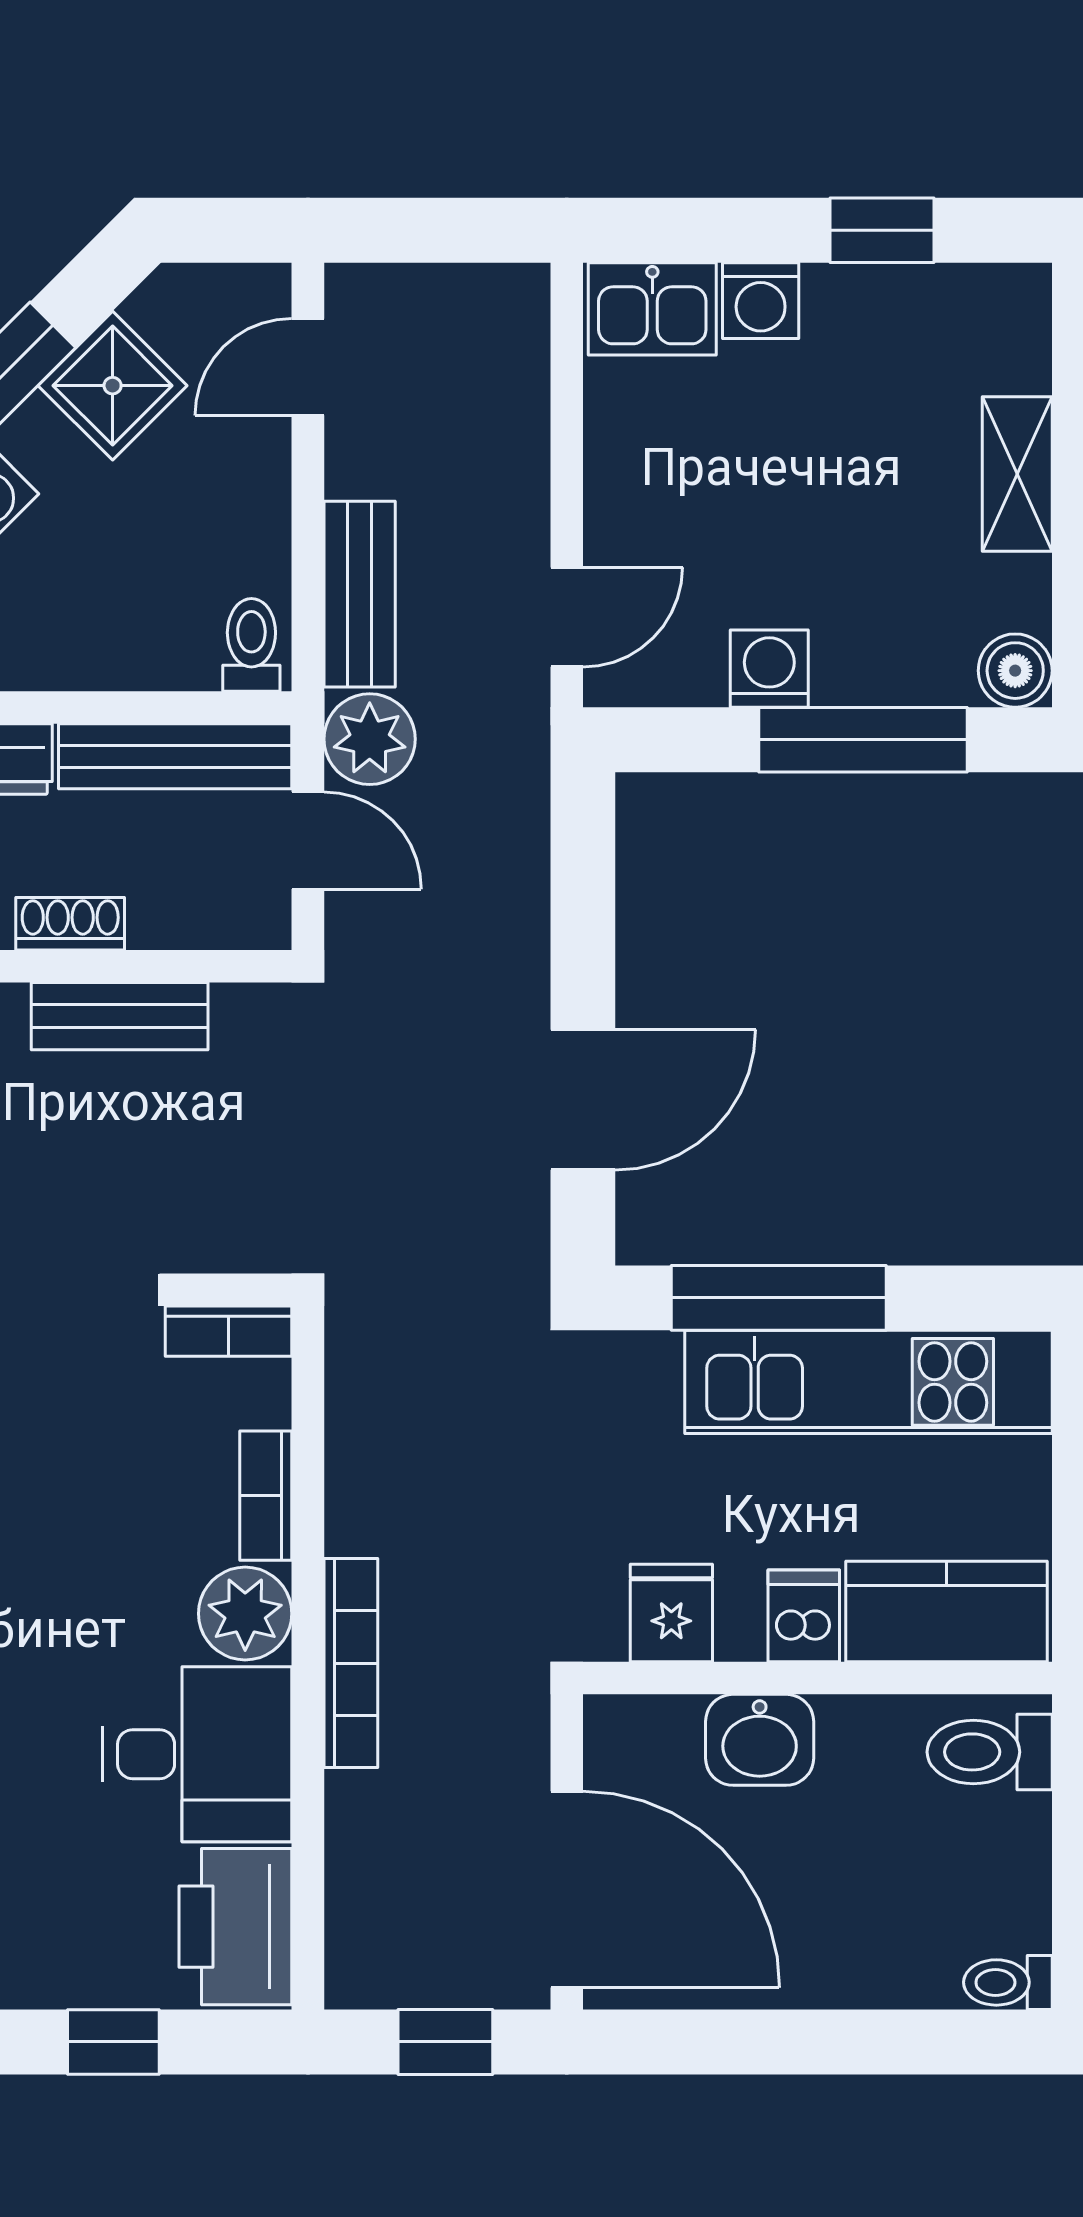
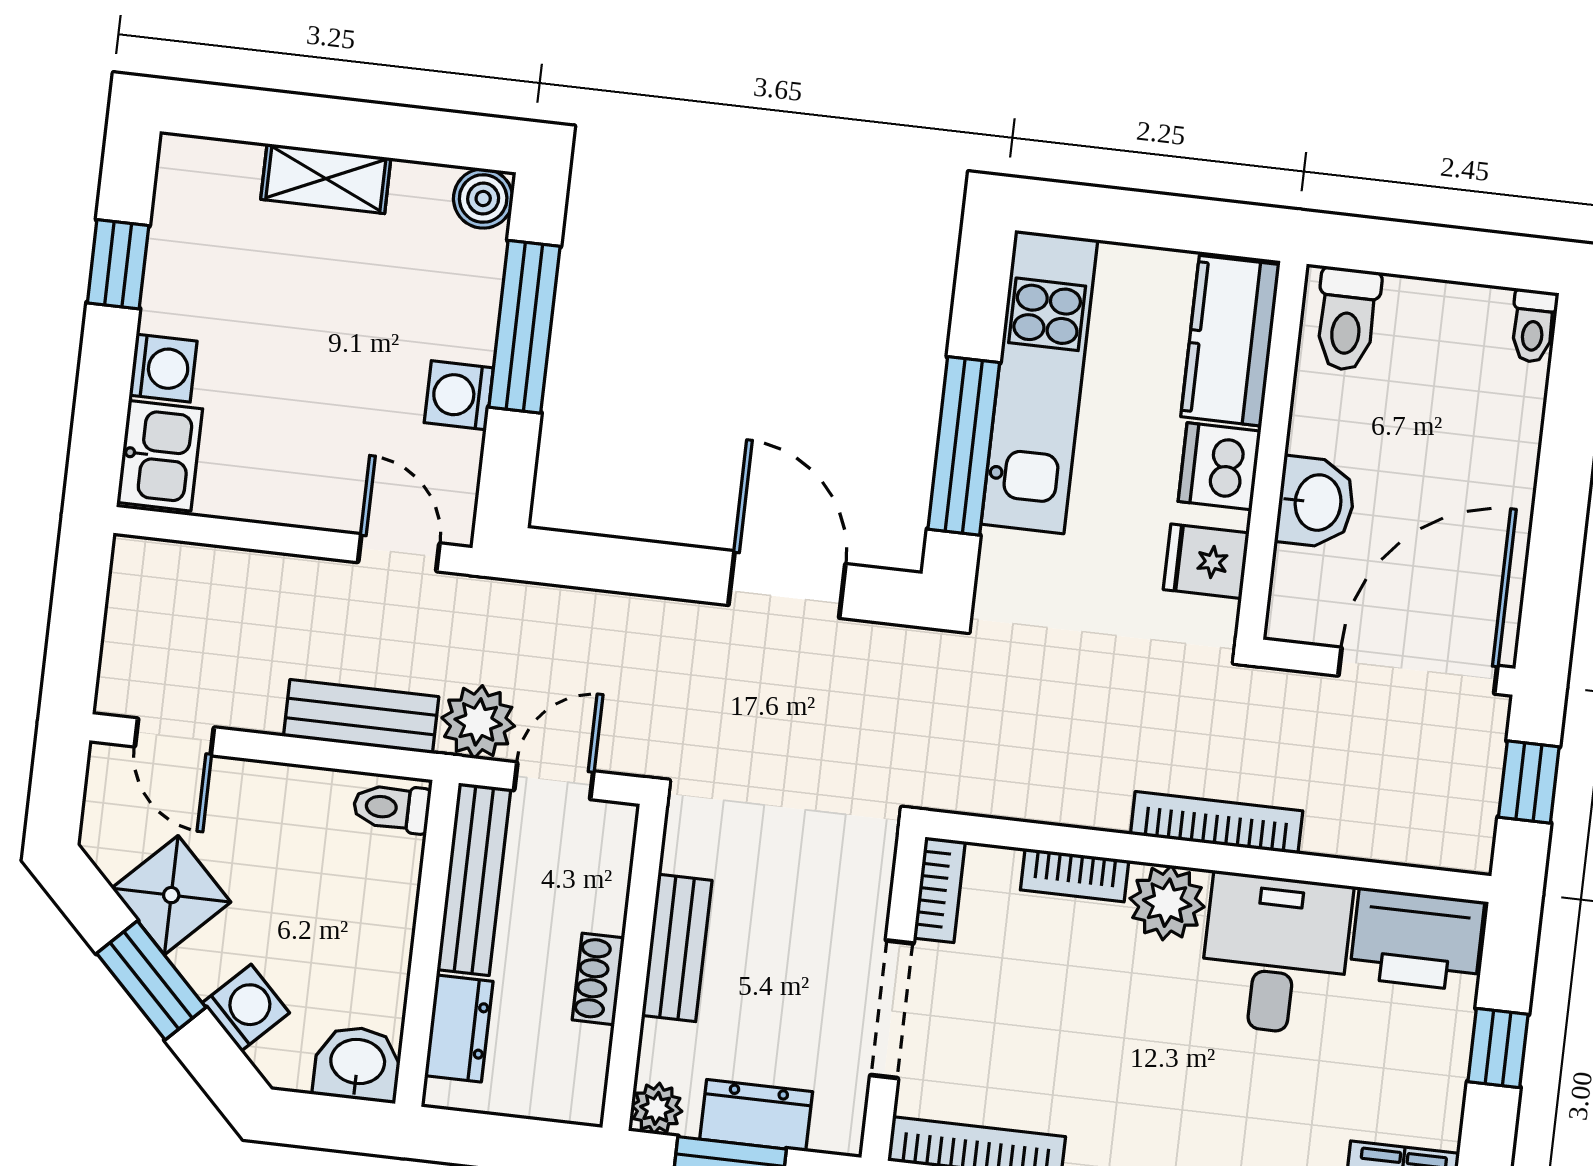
dishwasher: (804, 1616) -> (1219, 466), width x1.38

